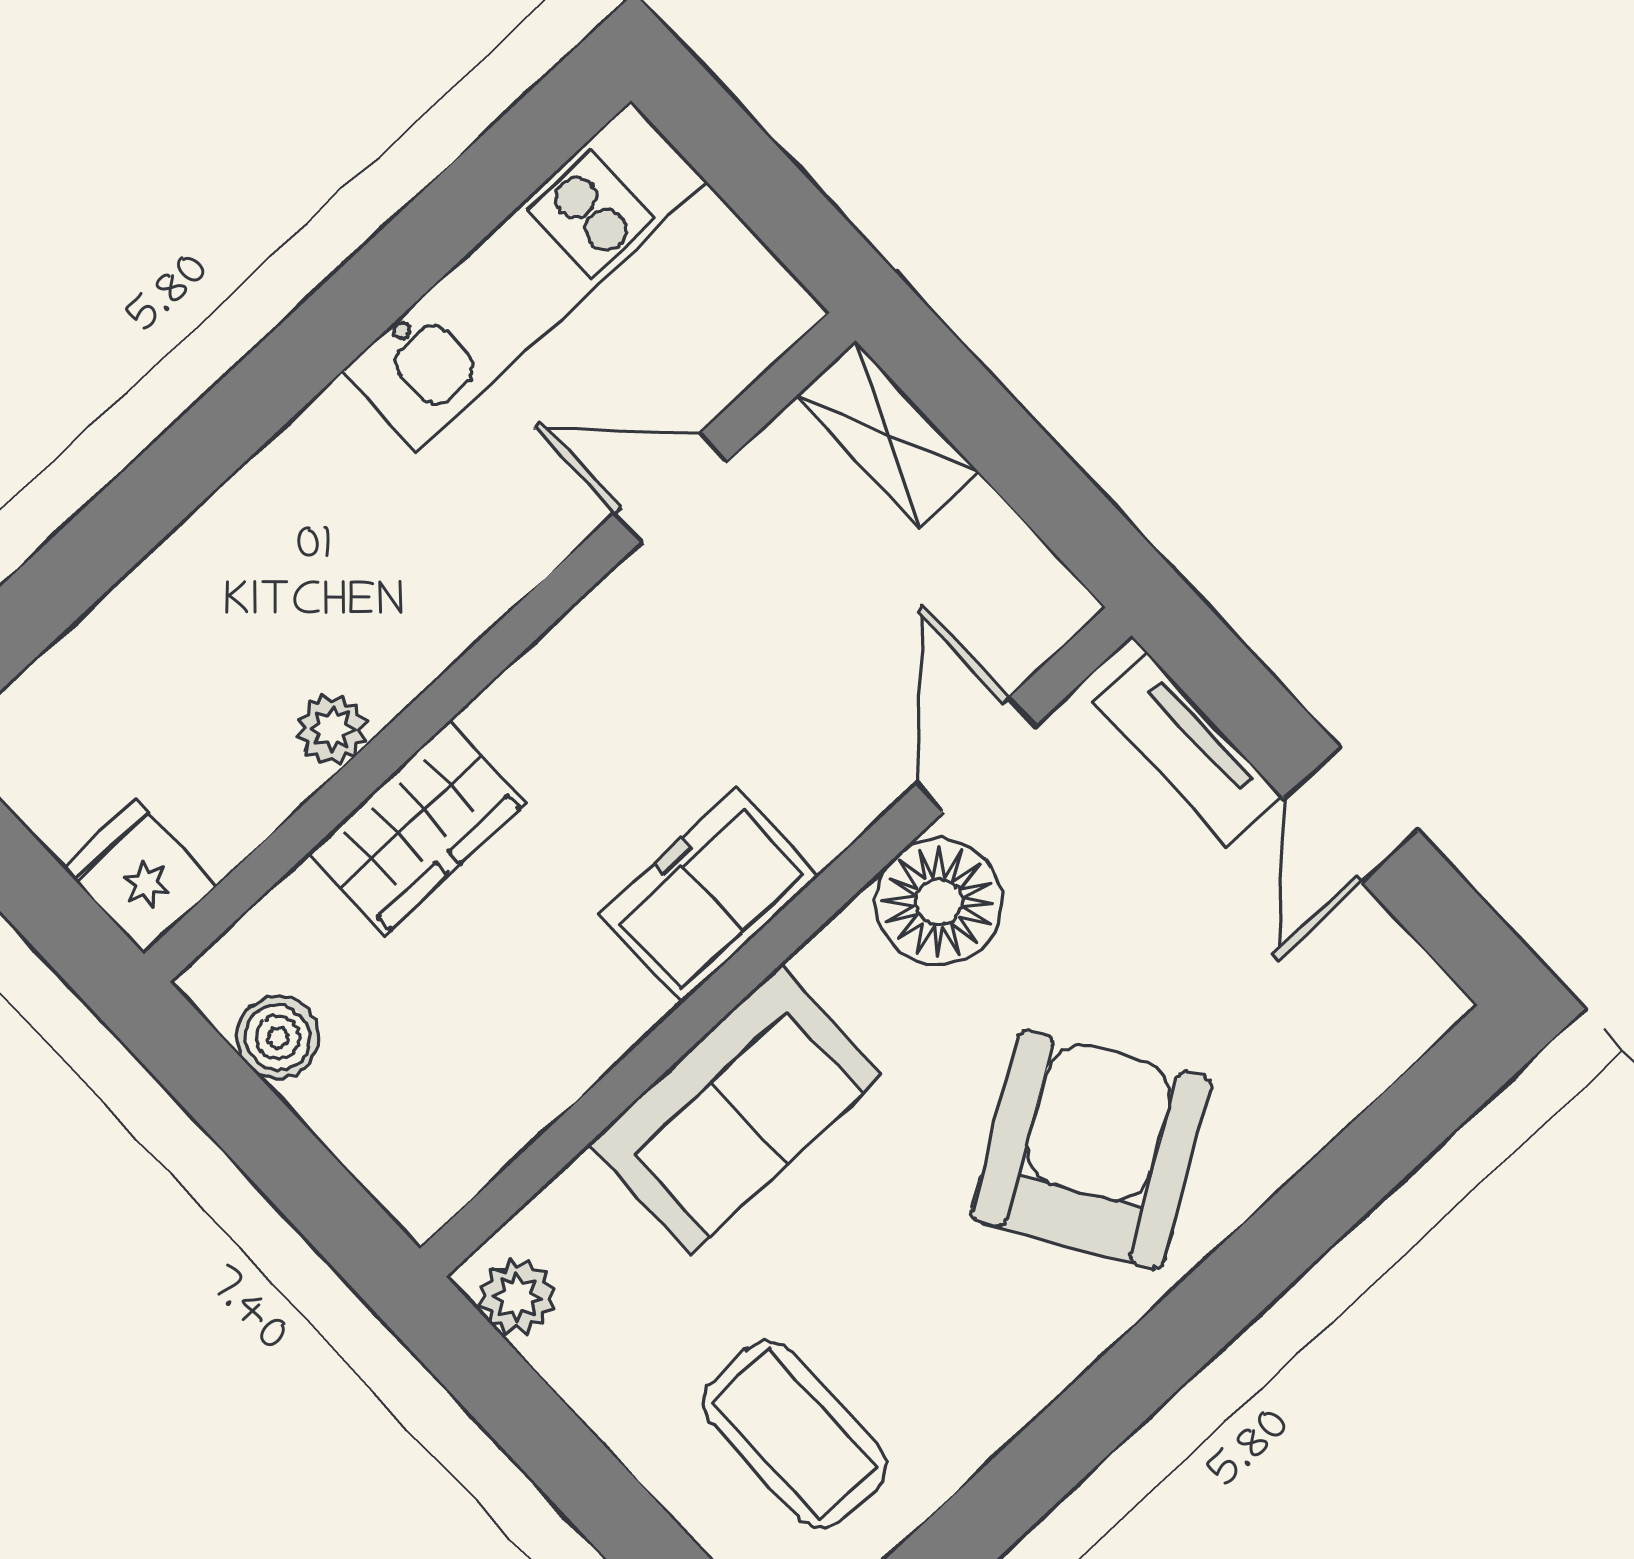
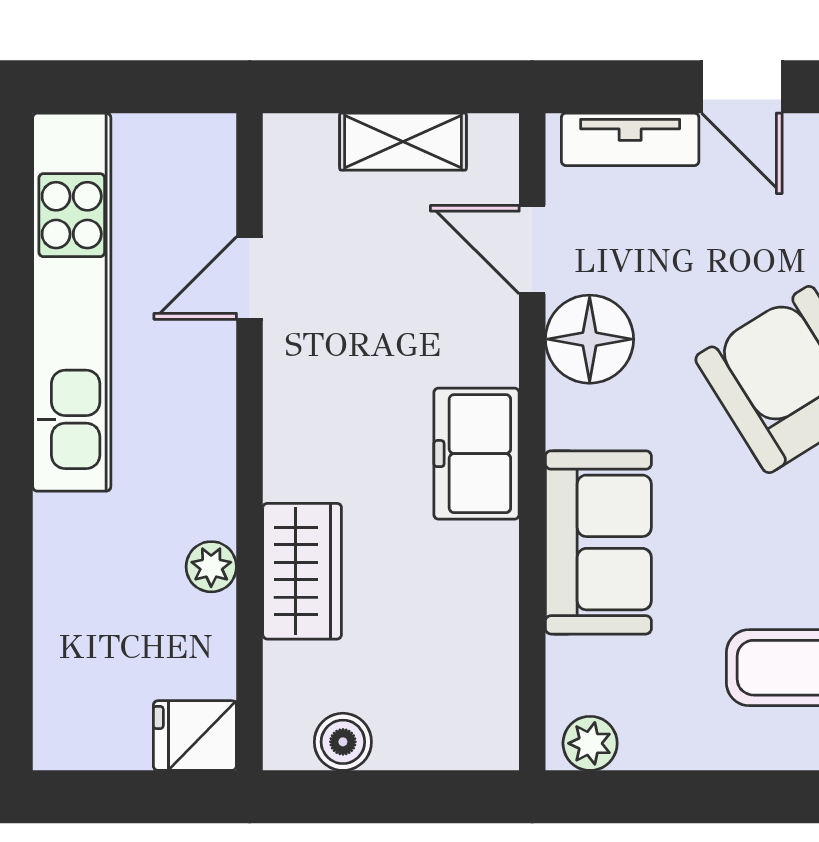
kitchen unit: (524, 276) -> (72, 302), width x1.36
shelving: (888, 434) -> (403, 142), moved

